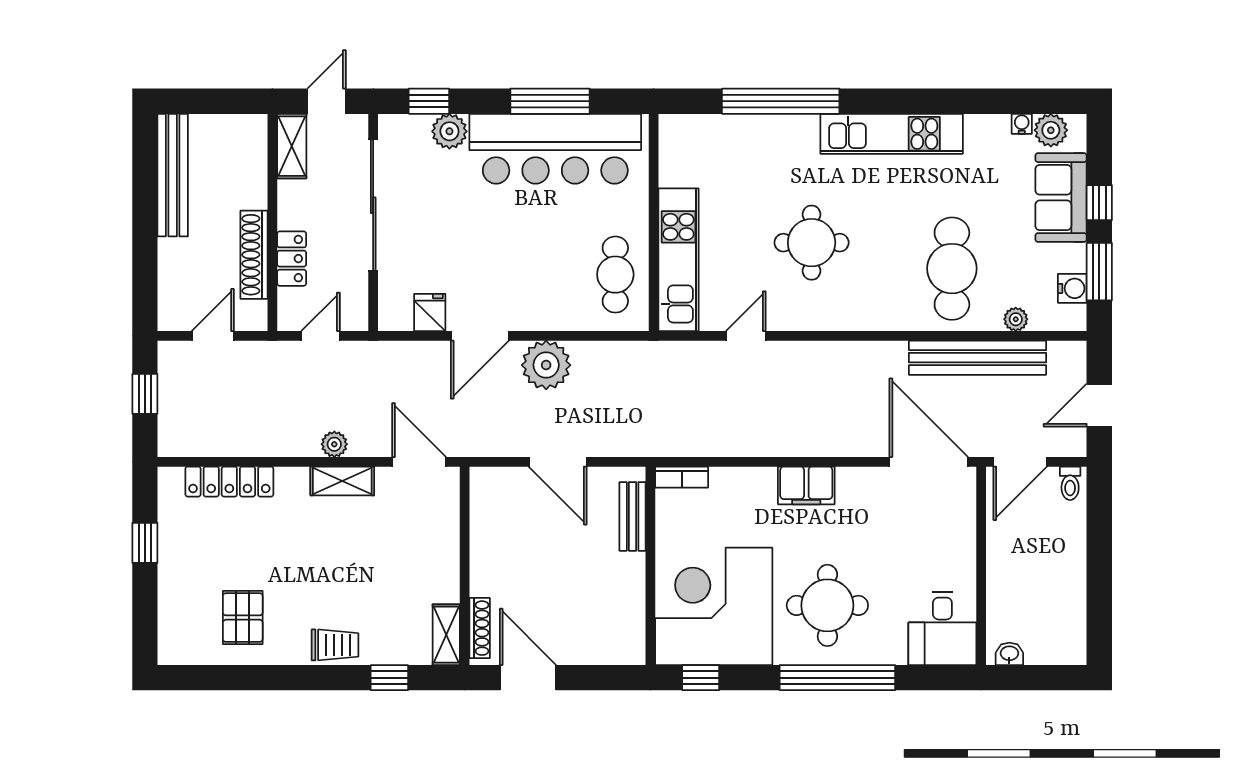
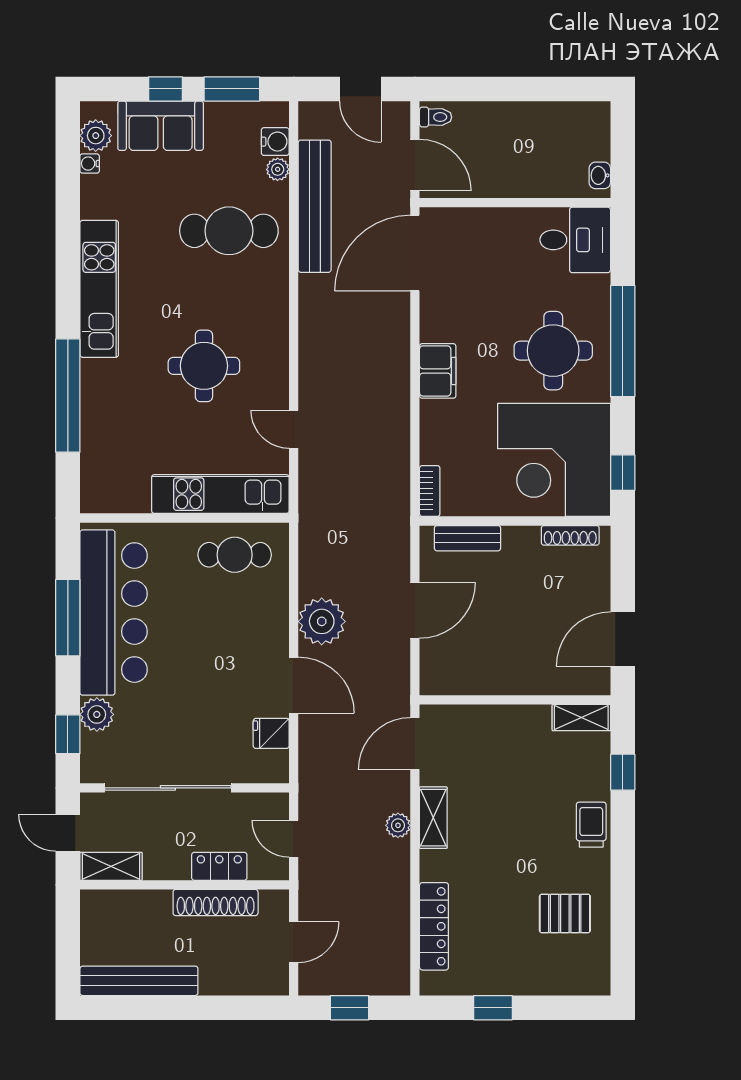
water cooler: (1072, 288) -> (275, 142), moved, turned 90
door: (213, 336) -> (294, 942), swing flipped
shoe rack: (480, 628) -> (570, 535), moved, turned 180

